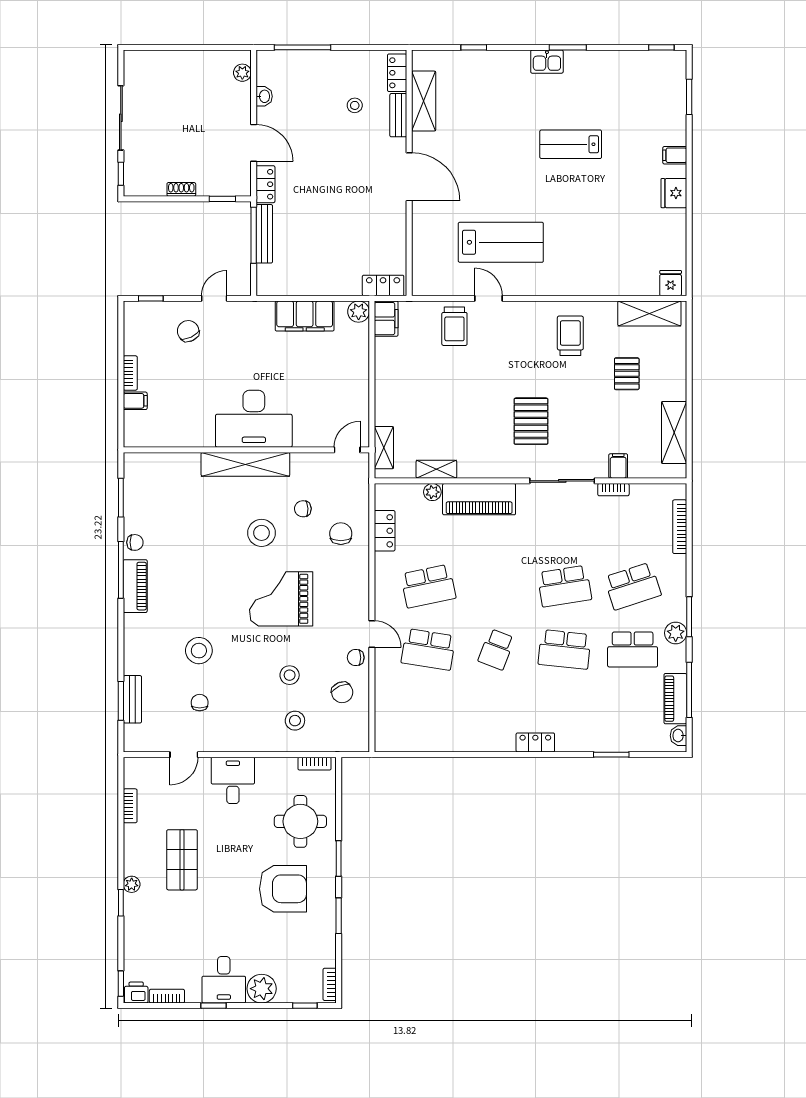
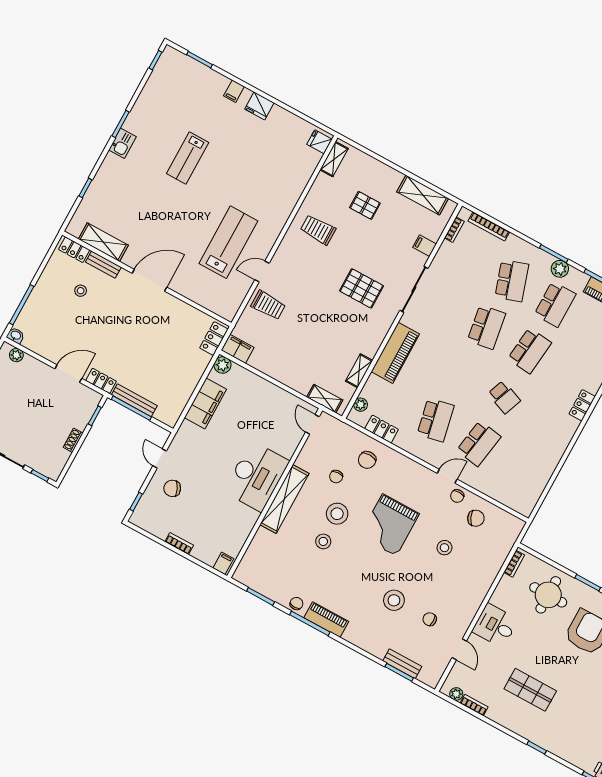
washbasin: (264, 96) -> (16, 335), moved
shelving: (649, 313) -> (334, 159), width x0.67, depth x0.75
filing cabinet: (135, 401) -> (223, 563), moved
bookcase: (613, 490) -> (454, 230), moved
plant: (432, 492) -> (361, 405), moved
chair: (341, 534) -> (367, 460), turned -90
stool: (295, 721) -> (323, 541), moved
plant: (132, 884) -> (456, 694), moved

